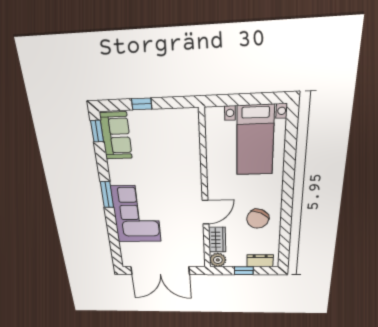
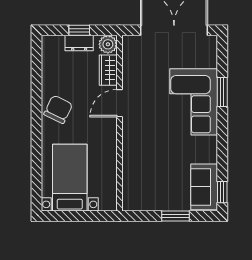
window: (142, 104) -> (175, 216), width x1.50
window: (107, 195) -> (222, 92), moved
chair: (258, 219) -> (58, 109), moved
dresser: (260, 261) -> (79, 43), moved

